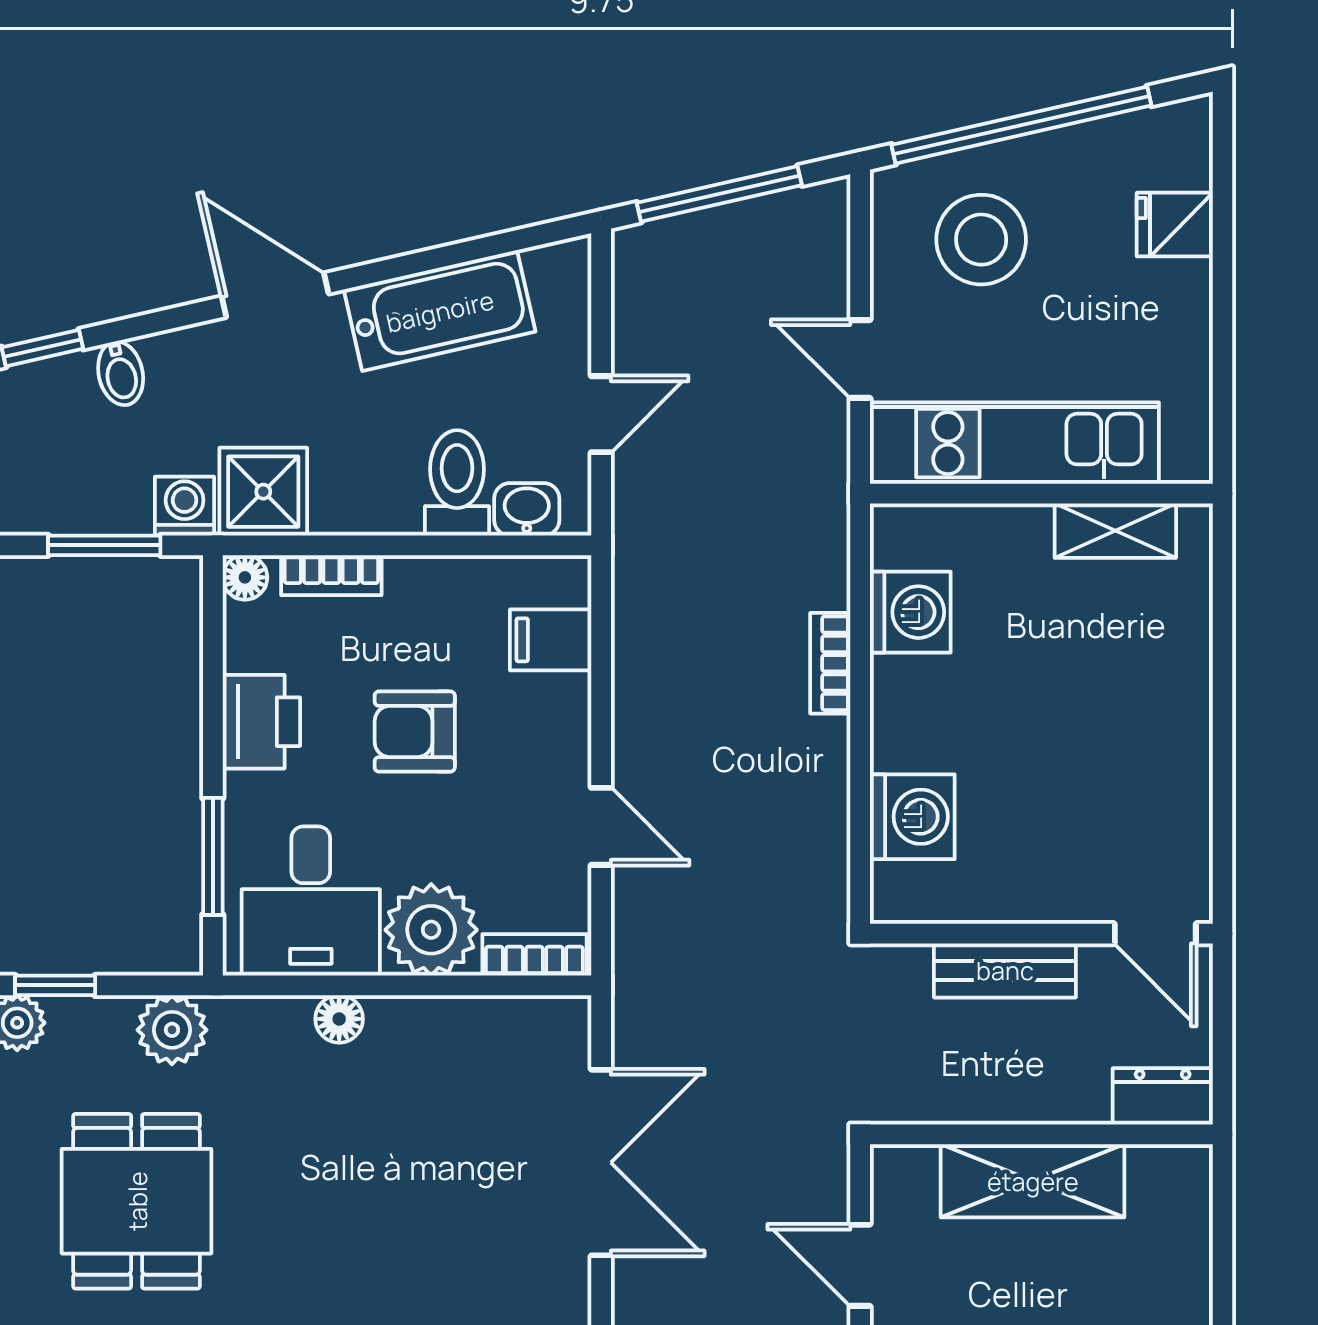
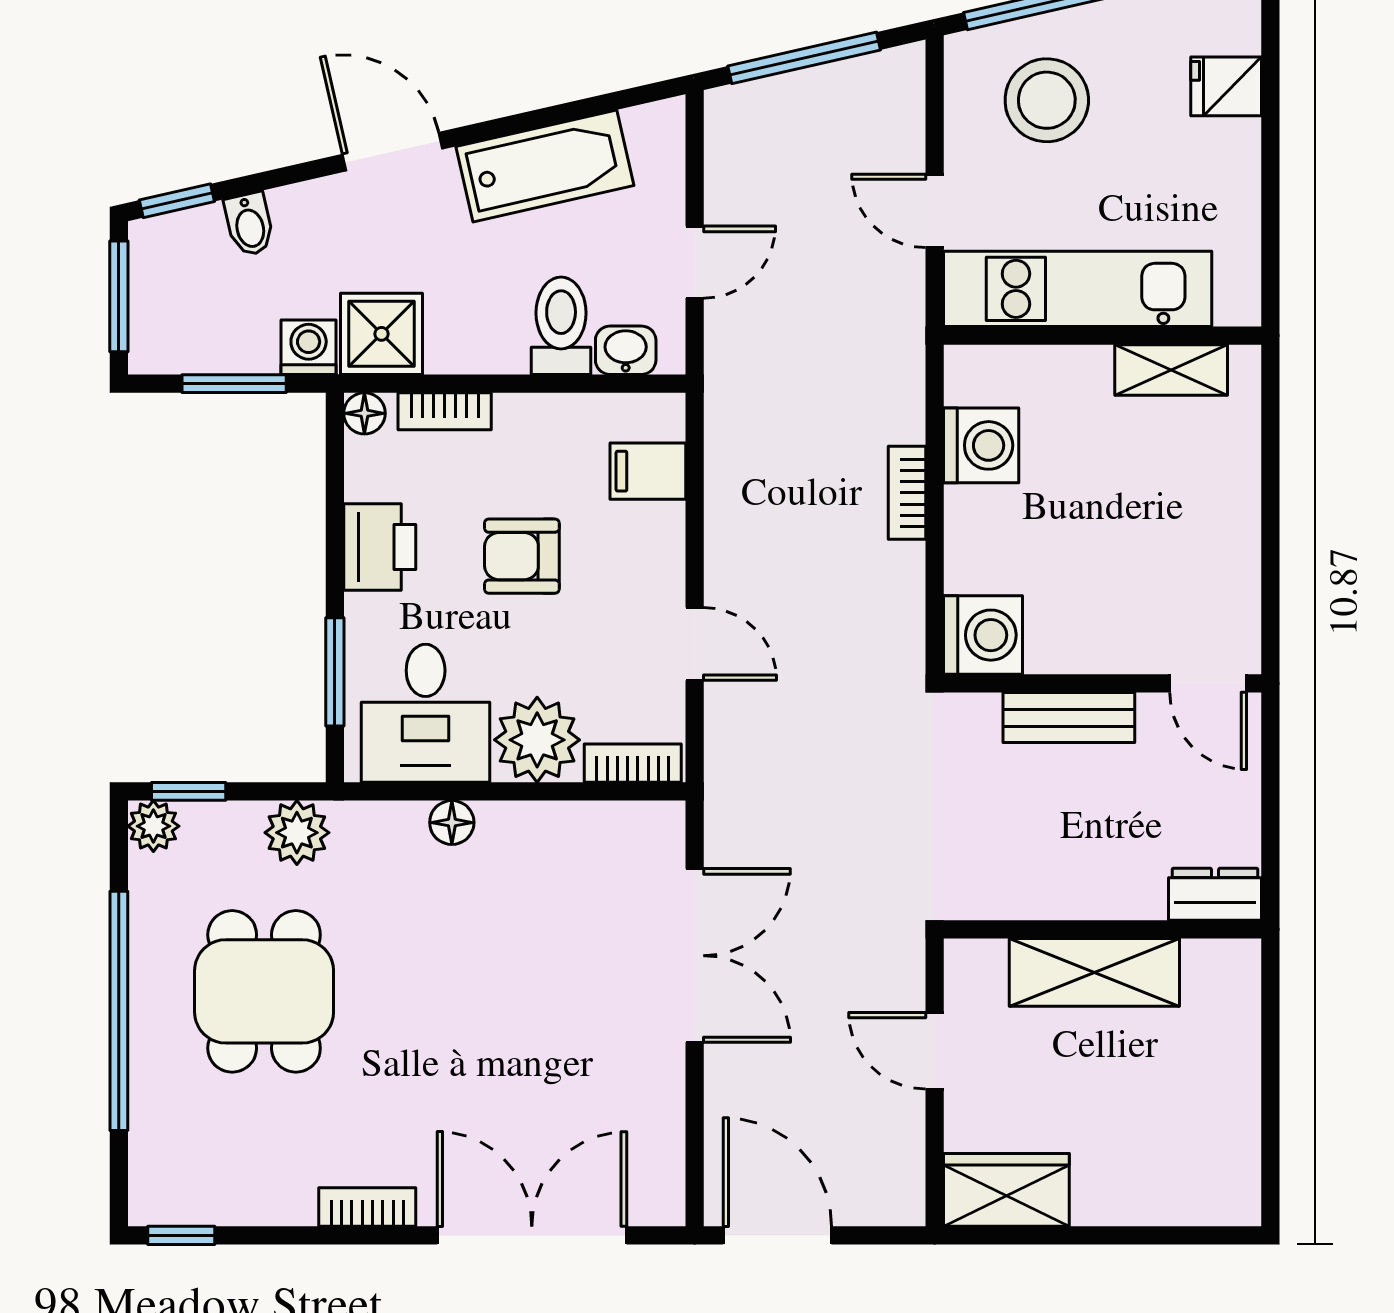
wall: (1041, 934) -> (1103, 683), moved
door: (1155, 934) -> (1208, 683), moved
bench: (1005, 970) -> (1069, 718), moved

